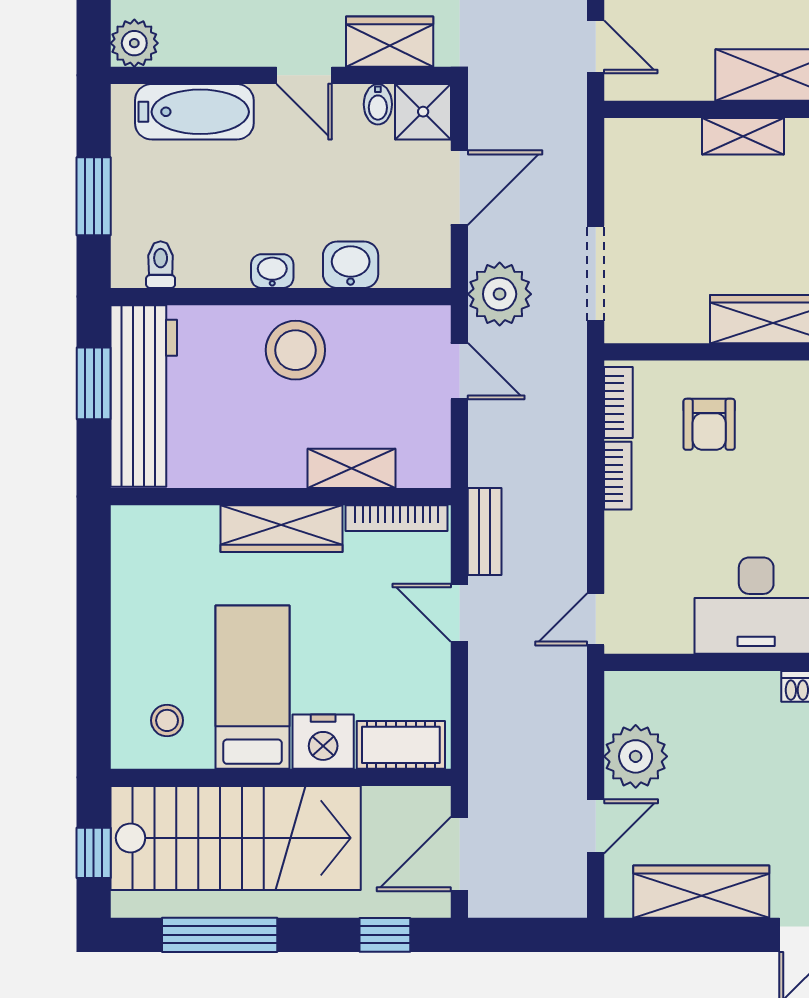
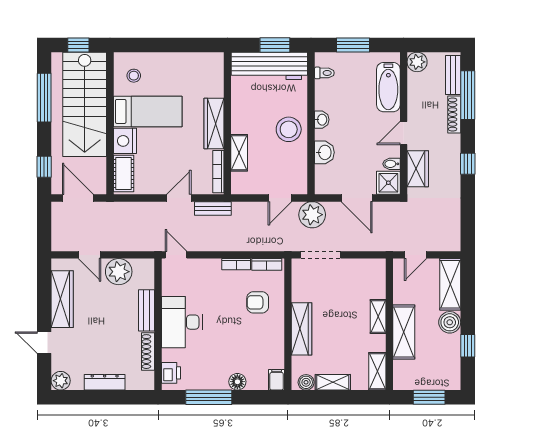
bench: (728, 690) -> (147, 310), added

